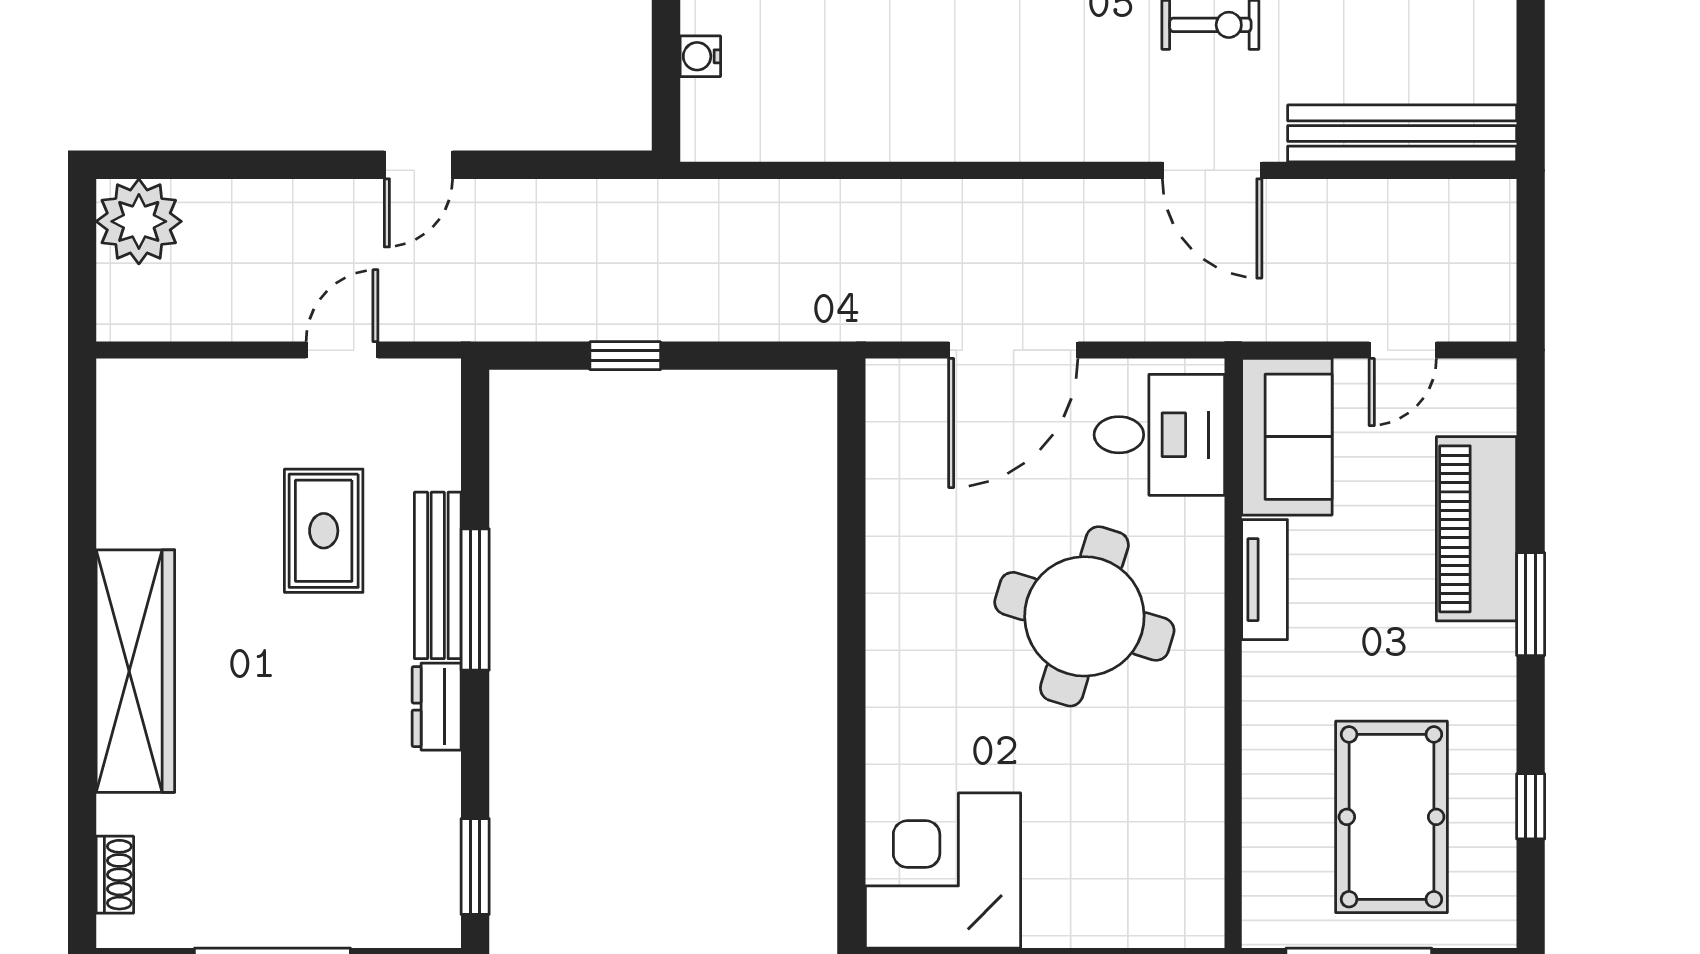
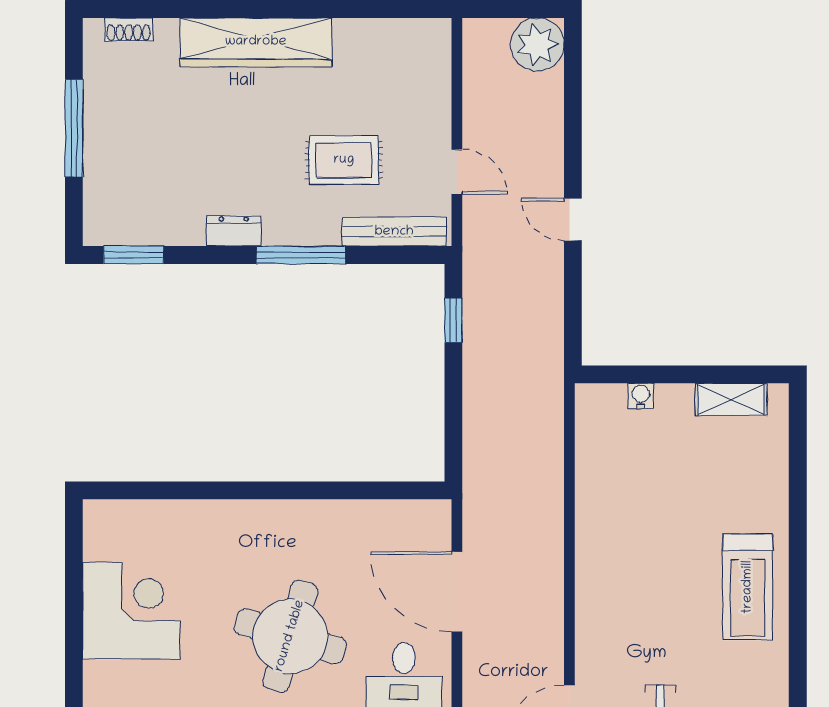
window: (625, 356) -> (453, 320), moved
bench: (438, 575) -> (394, 232), moved
corner desk: (943, 870) -> (131, 611), moved

